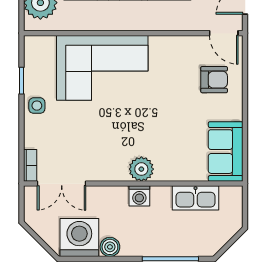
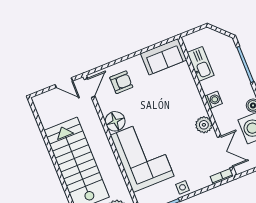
floor lamp: (164, 50) -> (115, 121), added
armchair: (214, 80) -> (121, 82), turned 90
plant: (141, 169) -> (204, 125), moved

